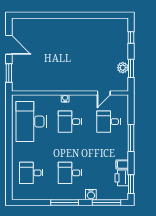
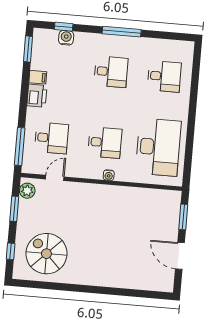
spiral stairs: (105, 38) -> (46, 254), added
plant: (123, 68) -> (27, 191), moved
window: (131, 138) -> (20, 146), moved
printer: (122, 178) -> (37, 96), moved
water cooler: (91, 195) -> (66, 38), moved
window: (107, 202) -> (64, 27), width x0.46

